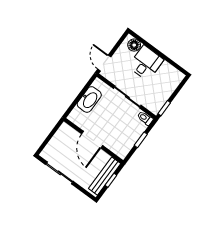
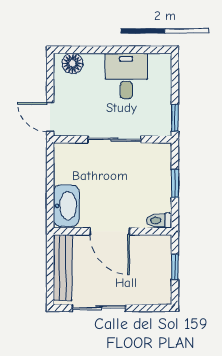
desk: (146, 63) -> (126, 76), moved
washbasin: (89, 100) -> (66, 206), moved
toilet: (145, 118) -> (159, 220), moved
bench: (105, 176) -> (63, 268), moved

